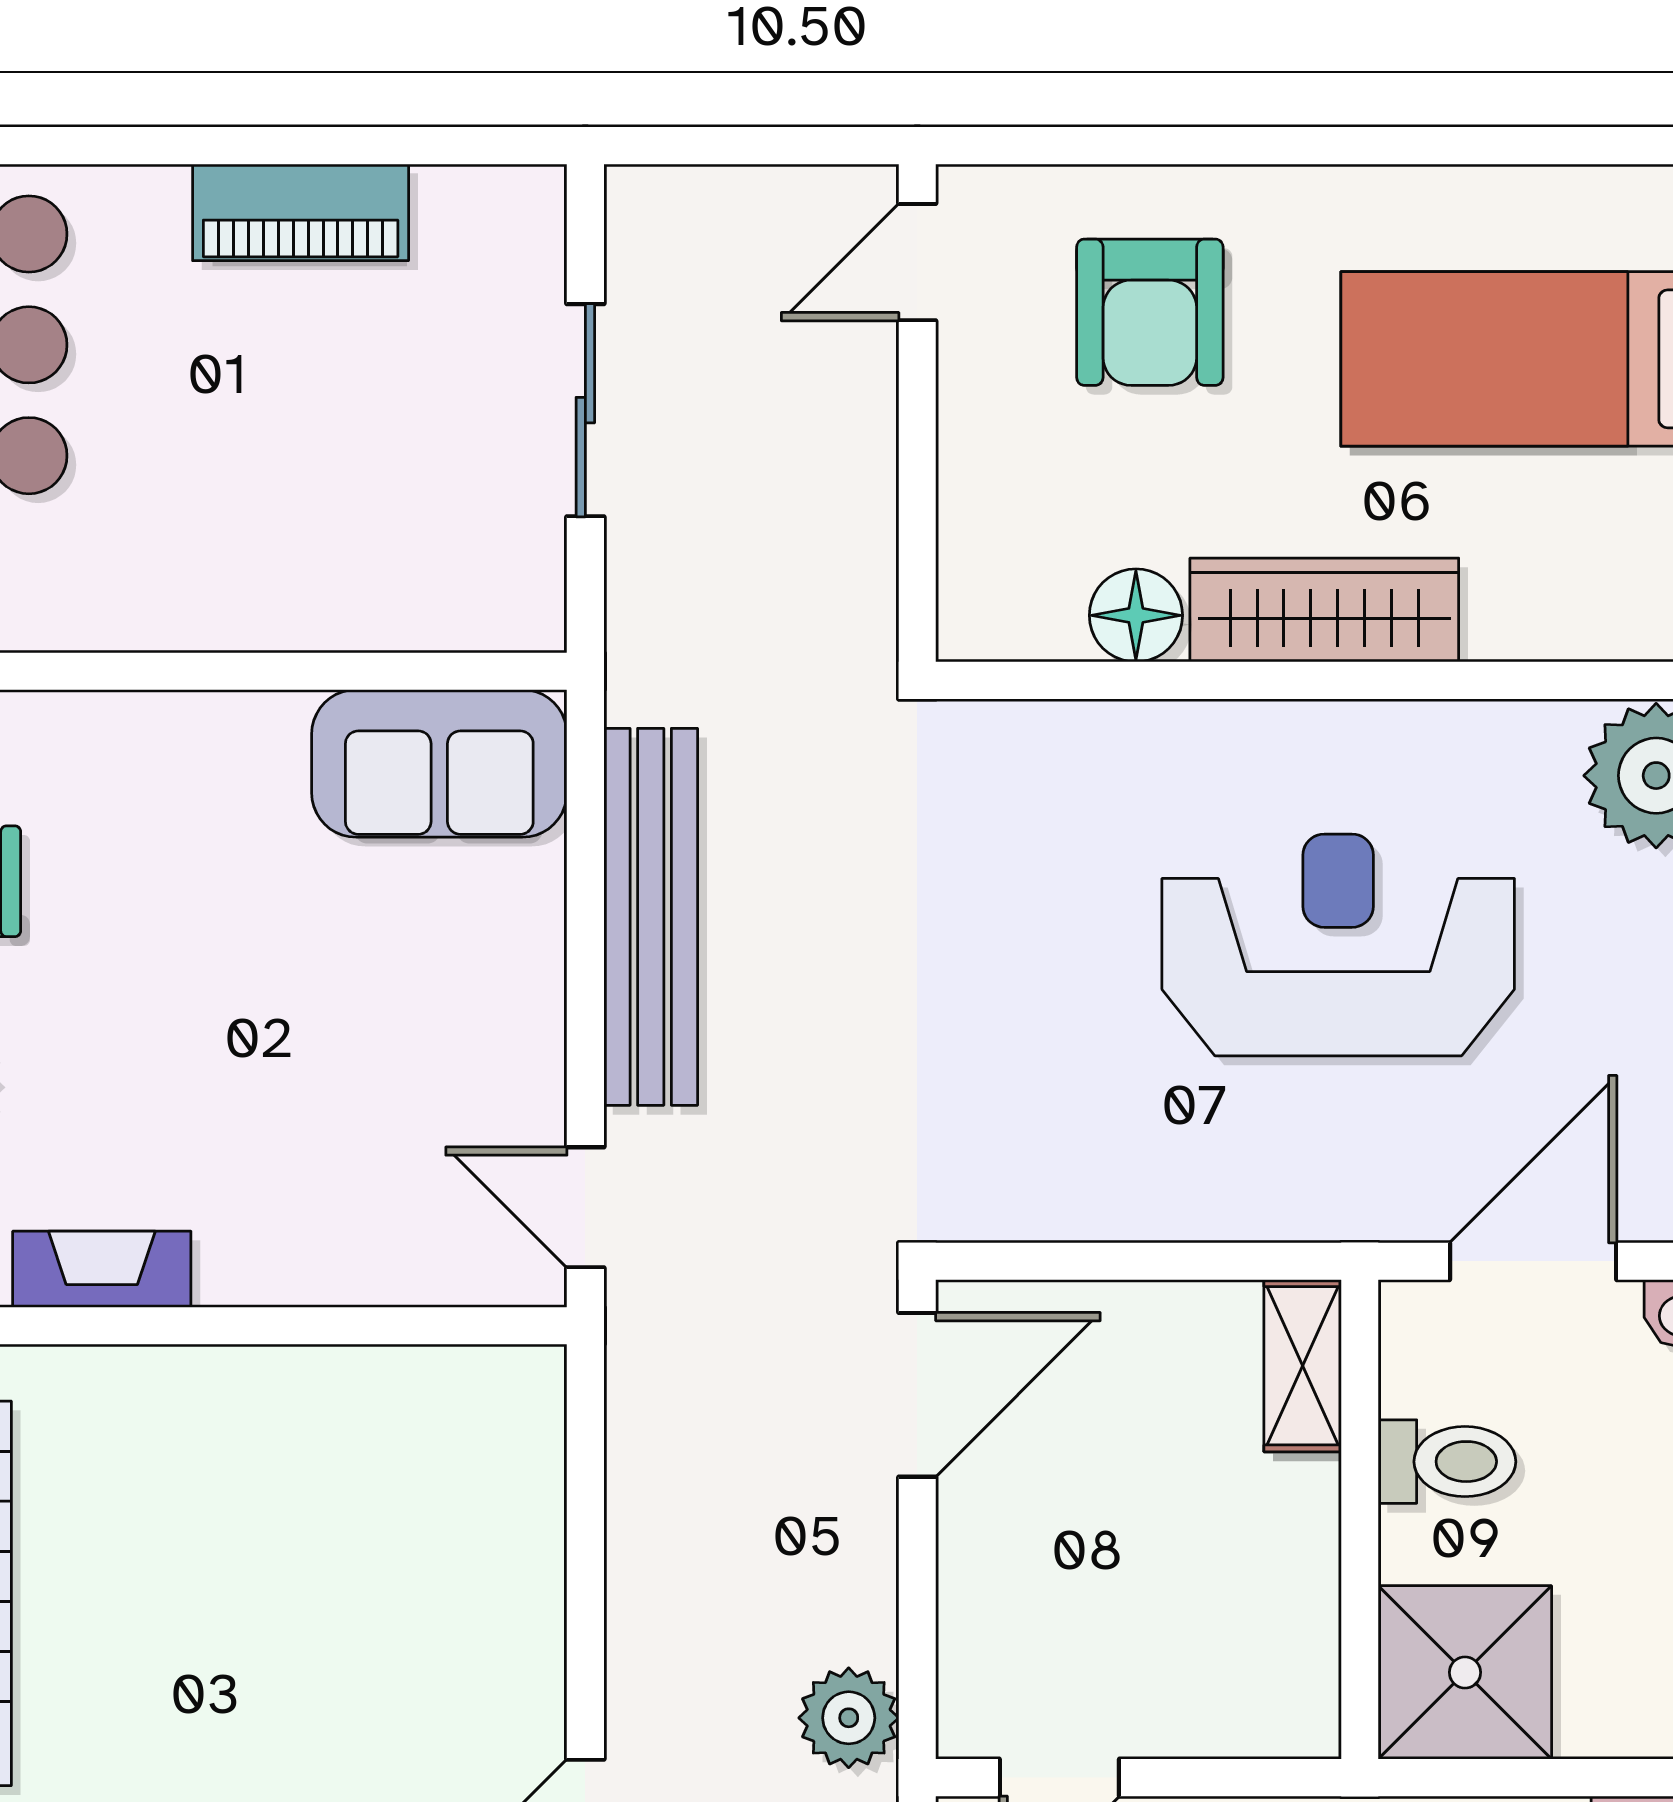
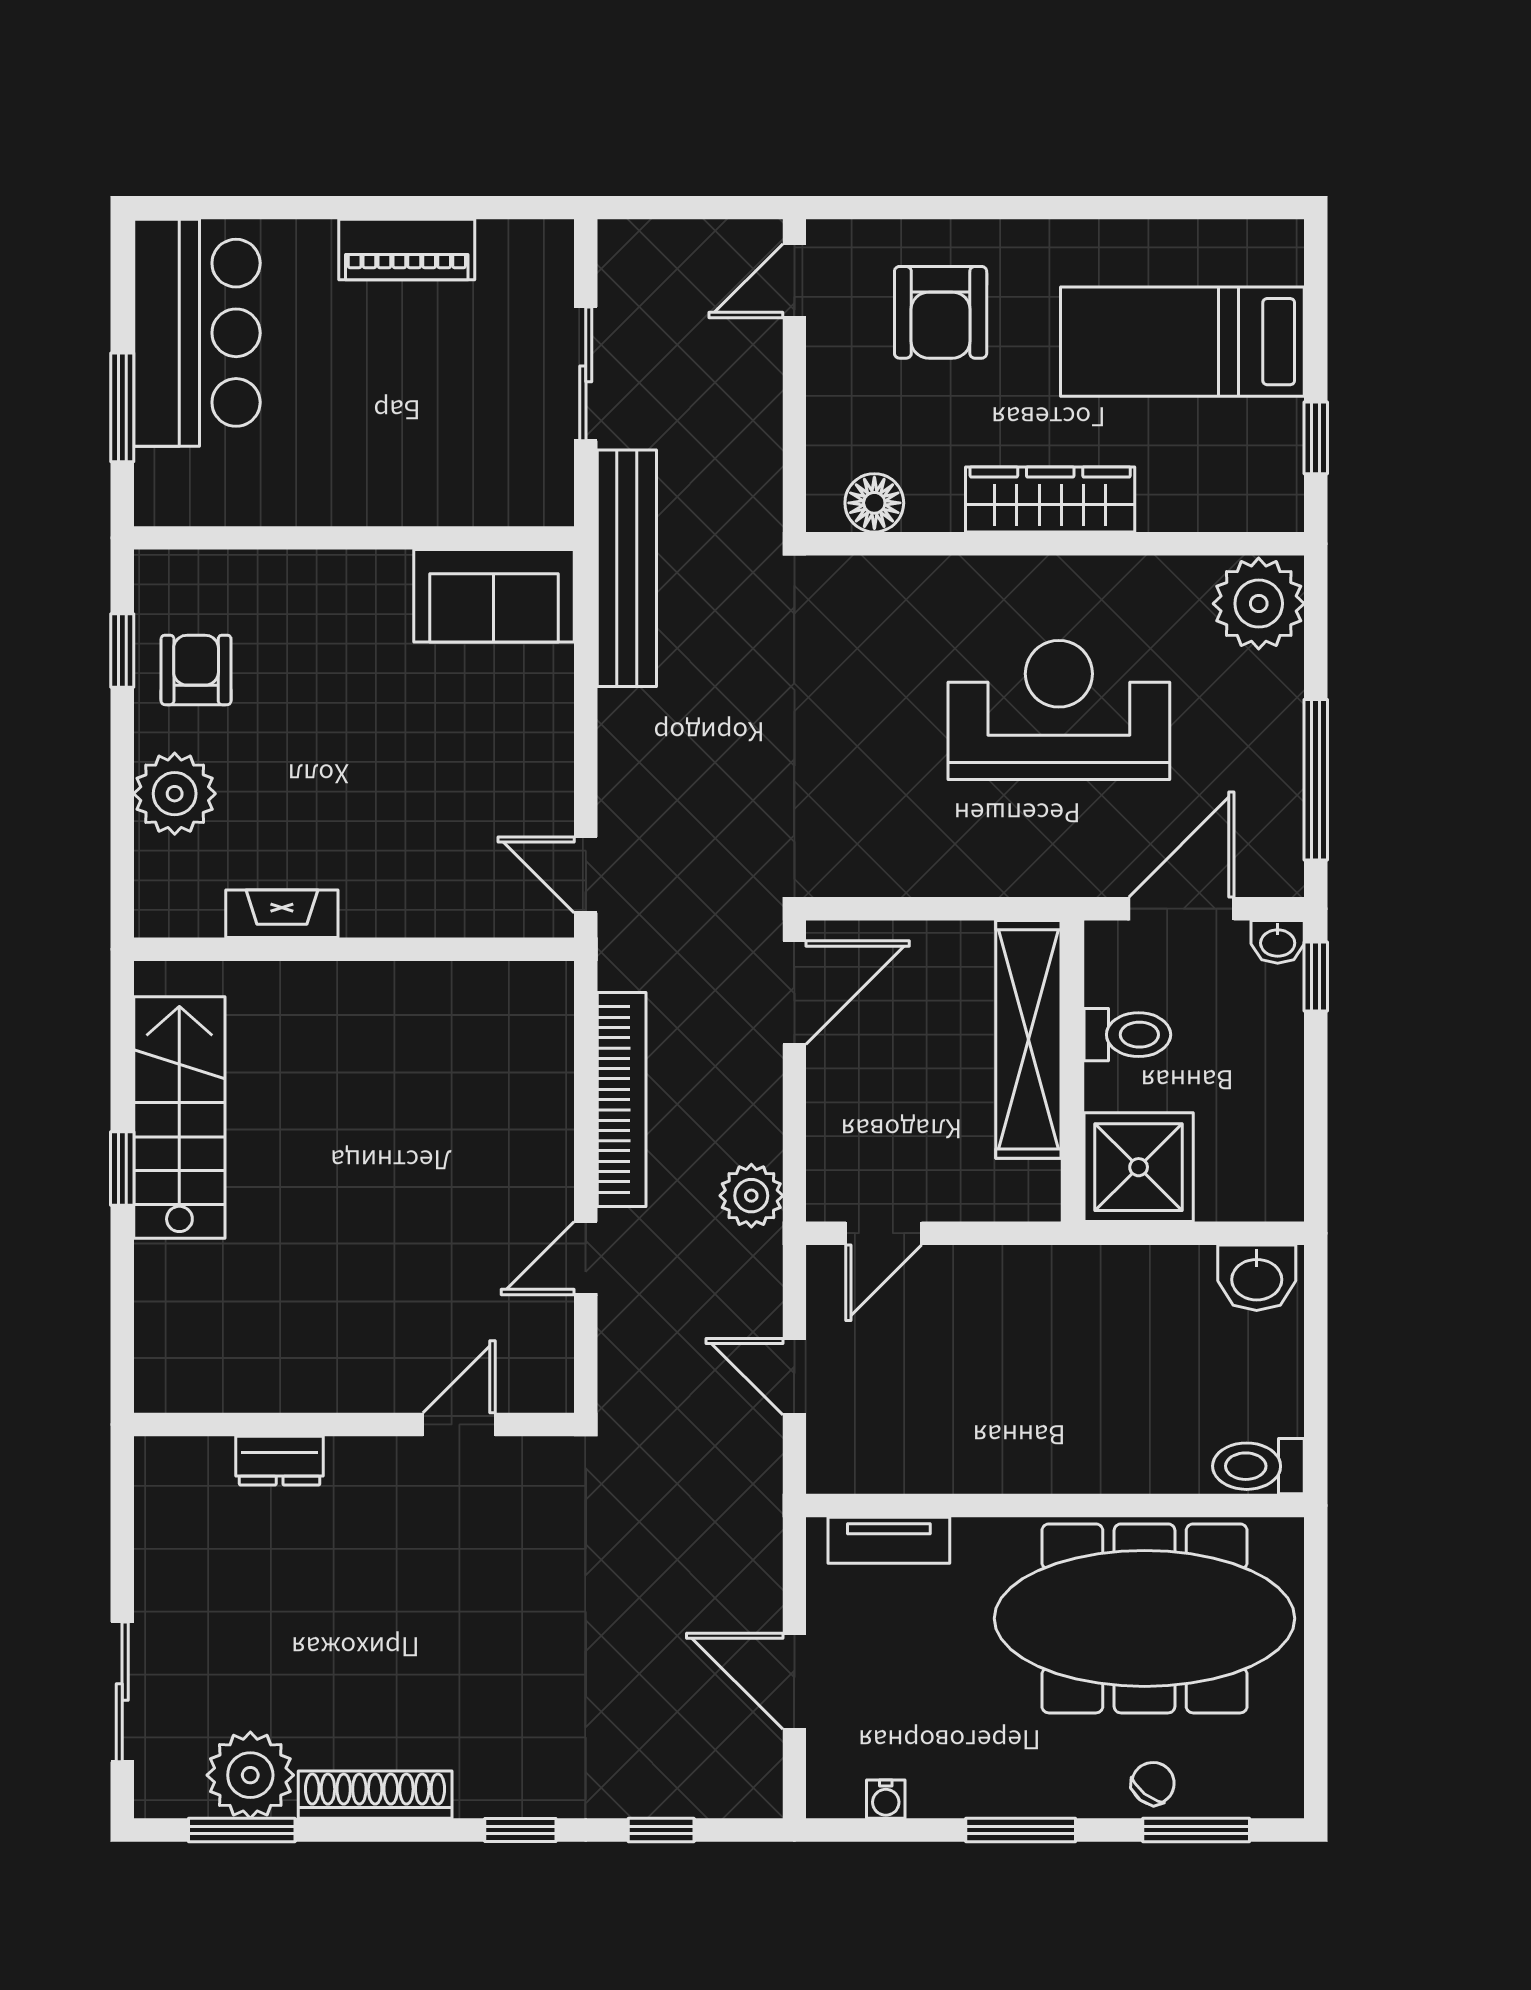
floor lamp: (1136, 615) -> (874, 503), moved
bench: (651, 917) -> (627, 568), moved
shelving: (1303, 1366) -> (1028, 1039), width x2.20, depth x1.33
bookcase: (642, 1565) -> (622, 1100), added

